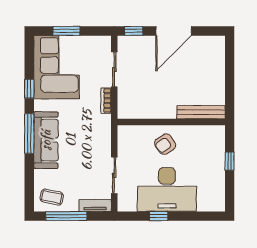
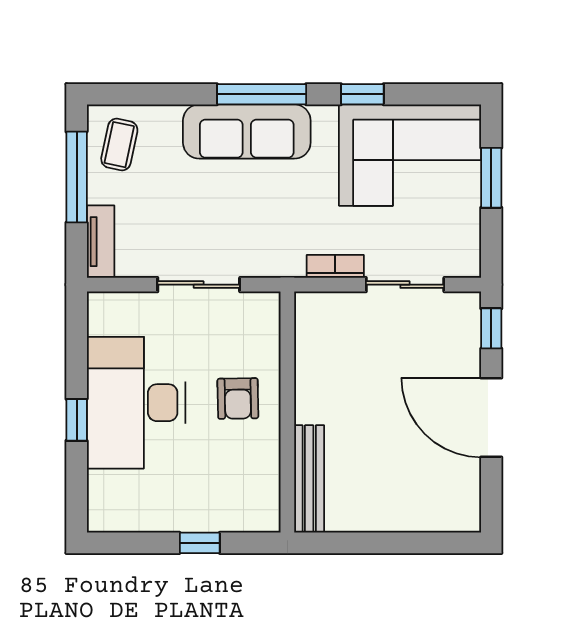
armchair: (165, 144) -> (238, 398), turned -148
sliding door: (114, 175) -> (199, 285), moved
window: (159, 216) -> (77, 420), moved

